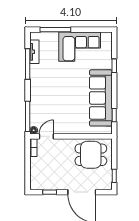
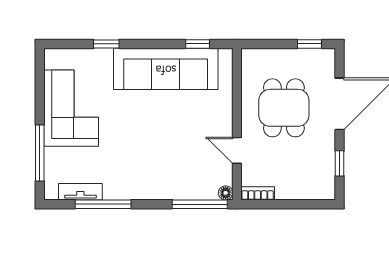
door: (46, 136) -> (237, 150), moved
dining table: (91, 155) -> (284, 108), moved

